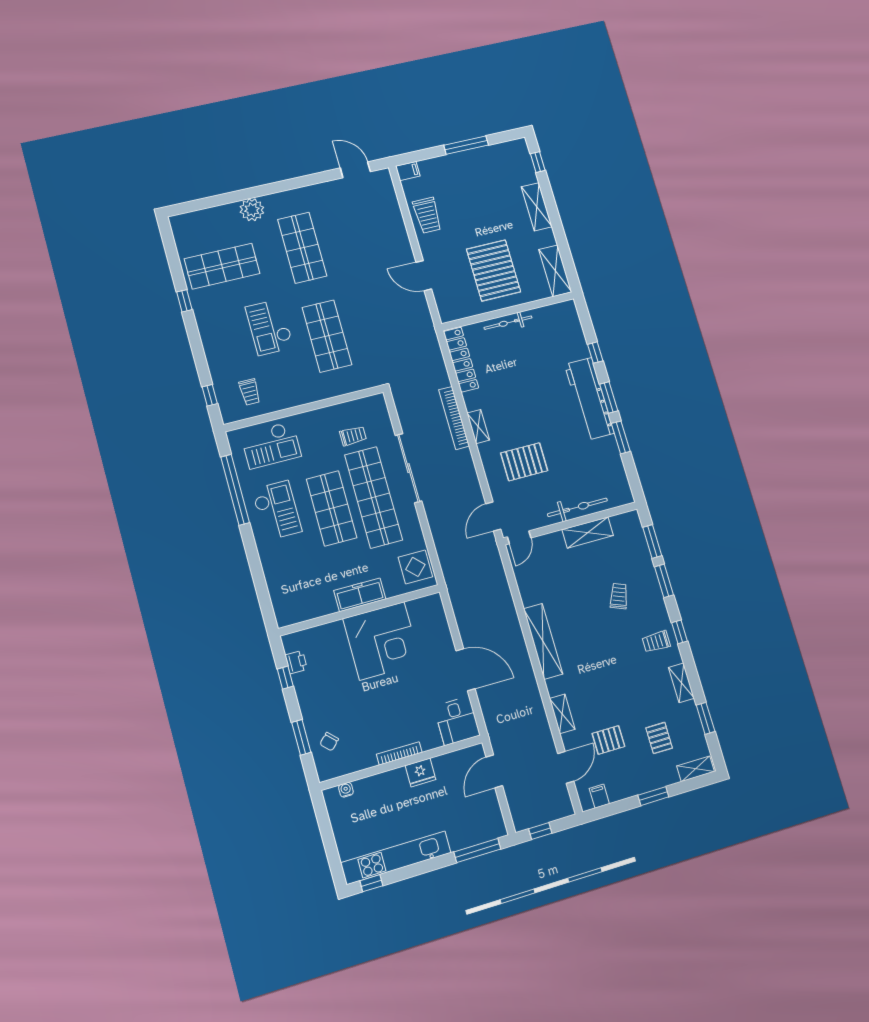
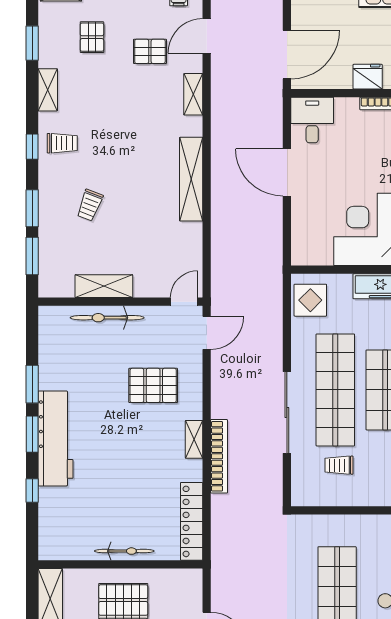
door: (494, 771) -> (287, 54), width x1.36

